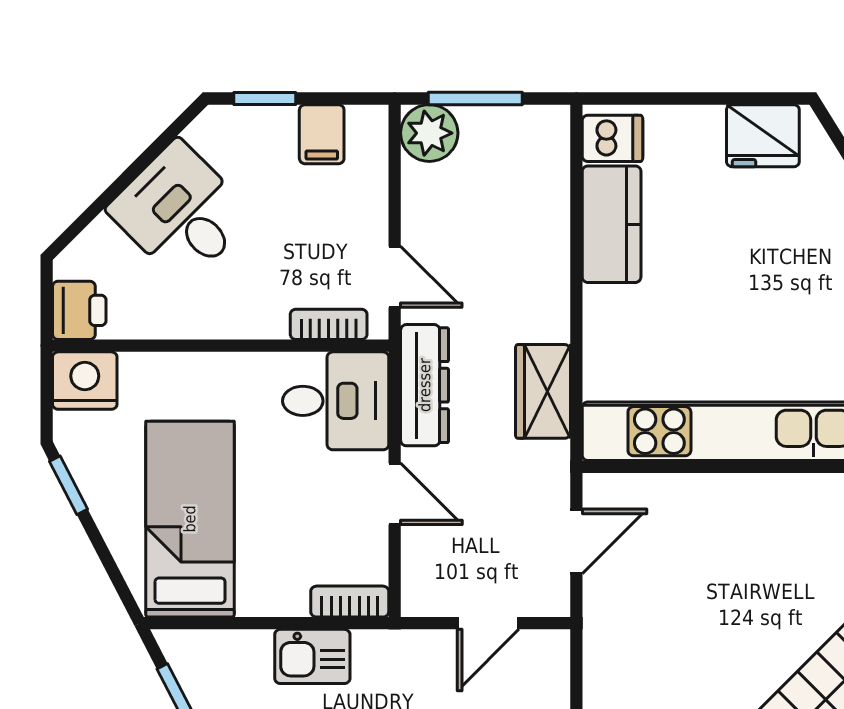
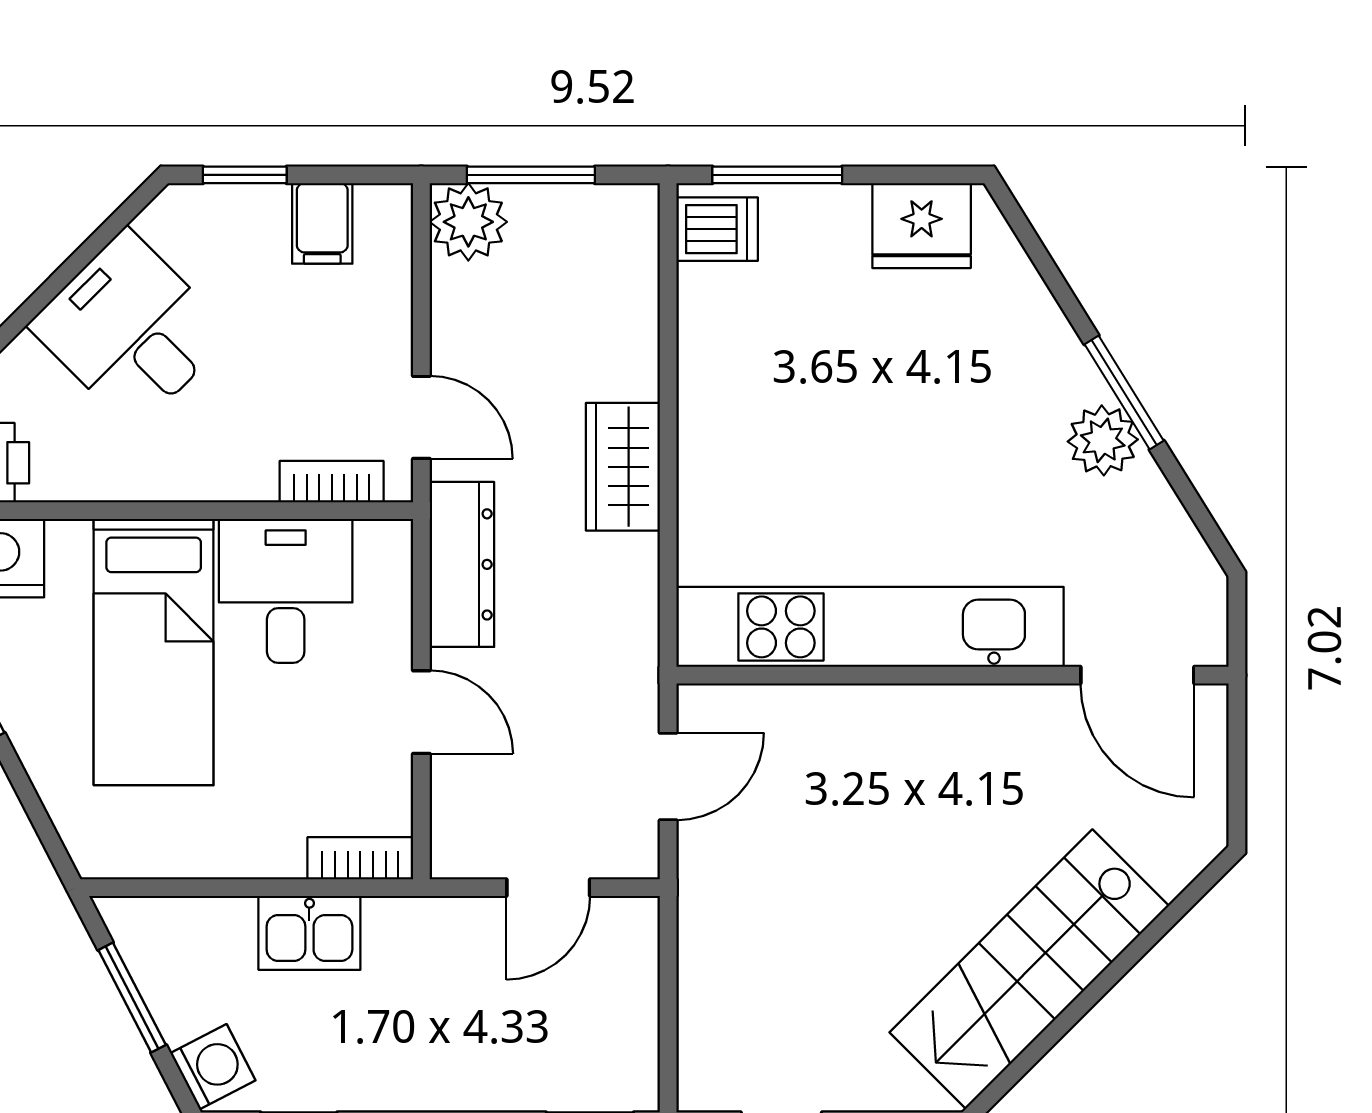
window: (657, 98) -> (777, 175), added
kitchen counter: (612, 224) -> (716, 346), removed
wardrobe: (543, 391) -> (623, 467), moved
desk: (336, 401) -> (286, 591), moved, turned -90
bed: (190, 519) -> (154, 652), moved, turned 180

